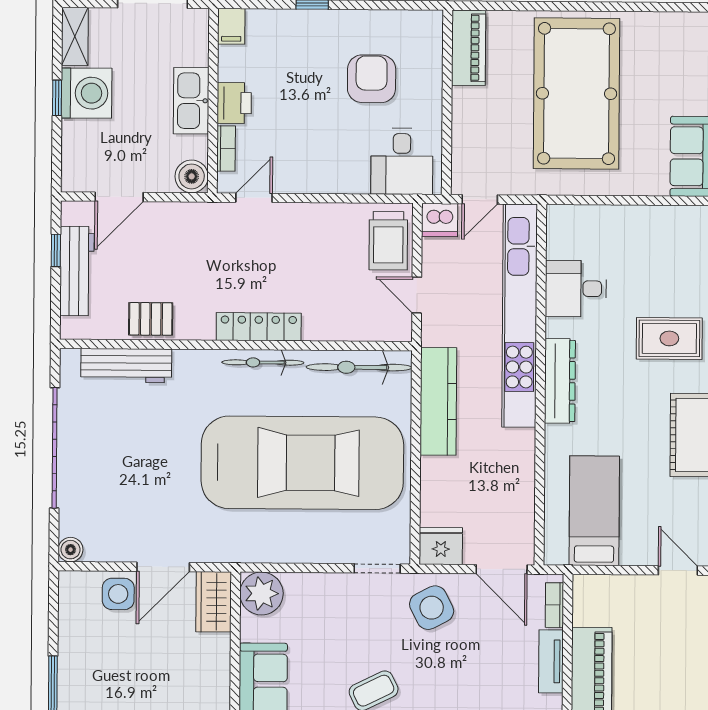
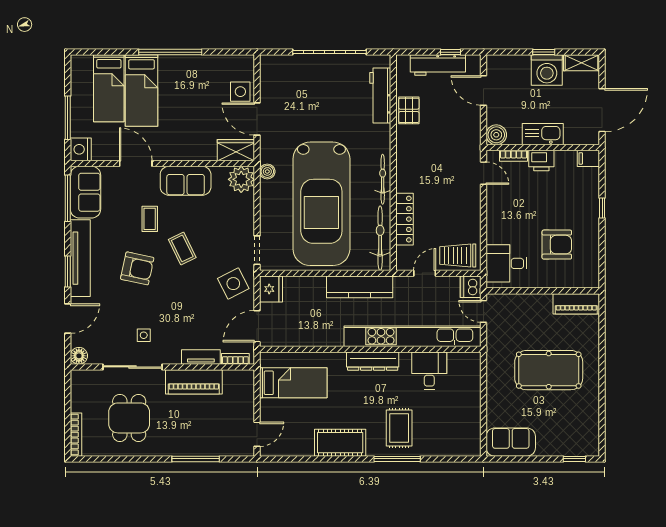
pool table: (576, 94) -> (549, 370), width x0.73, depth x0.76
locker: (259, 327) -> (405, 219), moved
boiler: (71, 550) -> (267, 171), moved

